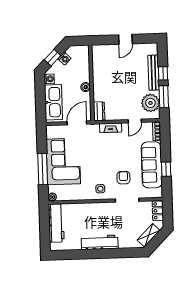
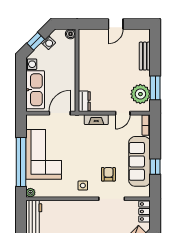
bench: (153, 73) -> (145, 56), width x0.73
window: (163, 73) -> (155, 62), removed
boiler: (86, 87) -> (71, 34), moved
window: (43, 169) -> (21, 162), width x1.46

